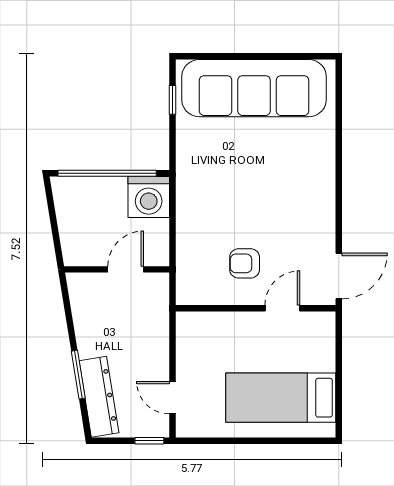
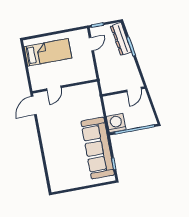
sofa: (254, 88) -> (98, 148), moved, turned -90
armchair: (245, 263) -> (73, 104), removed
door: (126, 269) -> (134, 90), moved
door: (172, 398) -> (91, 44), hinge flipped

